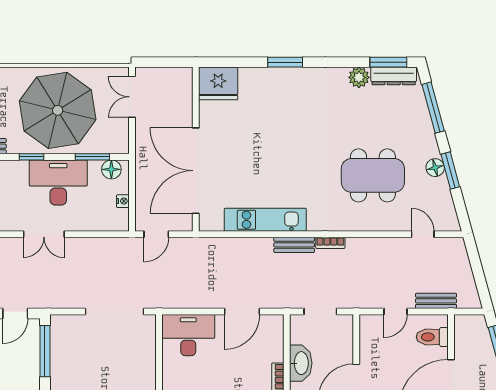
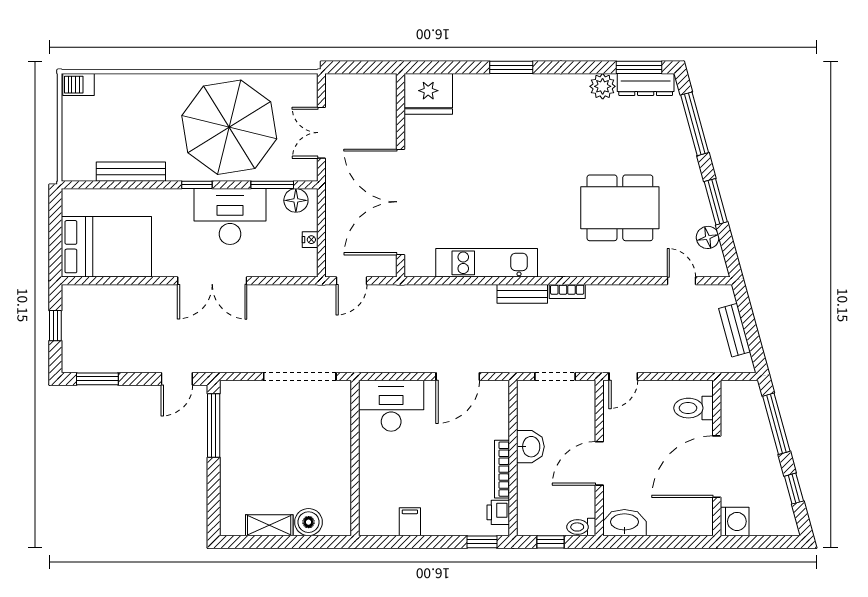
double door: (132, 97) -> (321, 133), moved
floor lamp: (435, 168) -> (708, 237), moved
double door: (44, 234) -> (212, 281), width x1.37
bench: (436, 301) -> (735, 330), moved, turned 75
door: (396, 312) -> (623, 377), moved
washbasin: (301, 363) -> (530, 447), width x0.72

